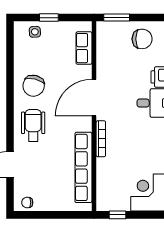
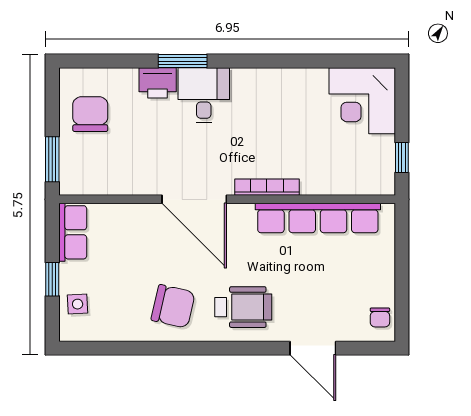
row of seats: (84, 48) -> (73, 232), moved, turned -90
wheelchair: (33, 125) -> (243, 307), turned 180

